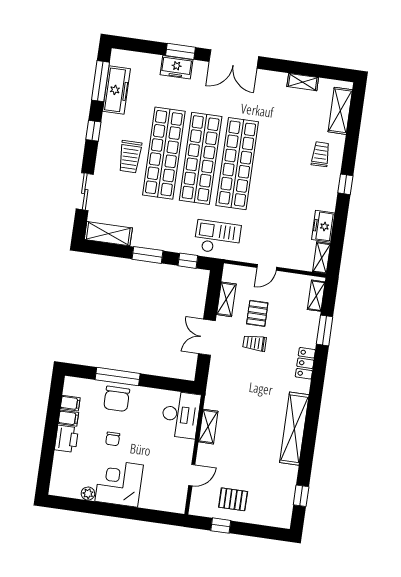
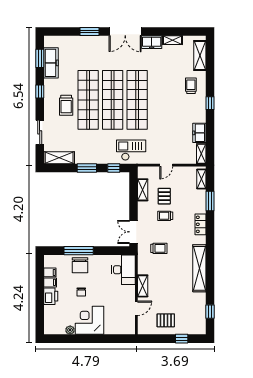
freezer: (176, 67) -> (152, 42), moved
window: (100, 81) -> (40, 58), width x0.69
double door: (207, 337) -> (133, 232), moved
trolley: (238, 390) -> (159, 248), added
shelving: (208, 427) -> (143, 286), moved
window: (221, 526) -> (182, 339), moved

